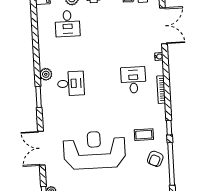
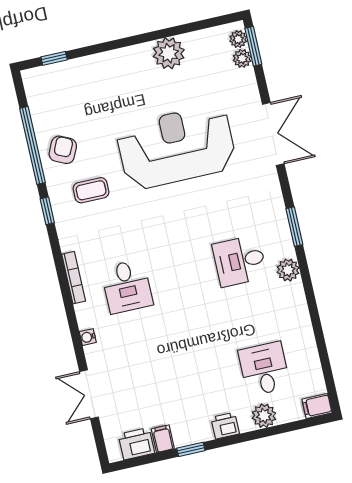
double door: (163, 26) -> (89, 394), width x0.73
reception desk: (94, 150) -> (176, 147), turned 180

